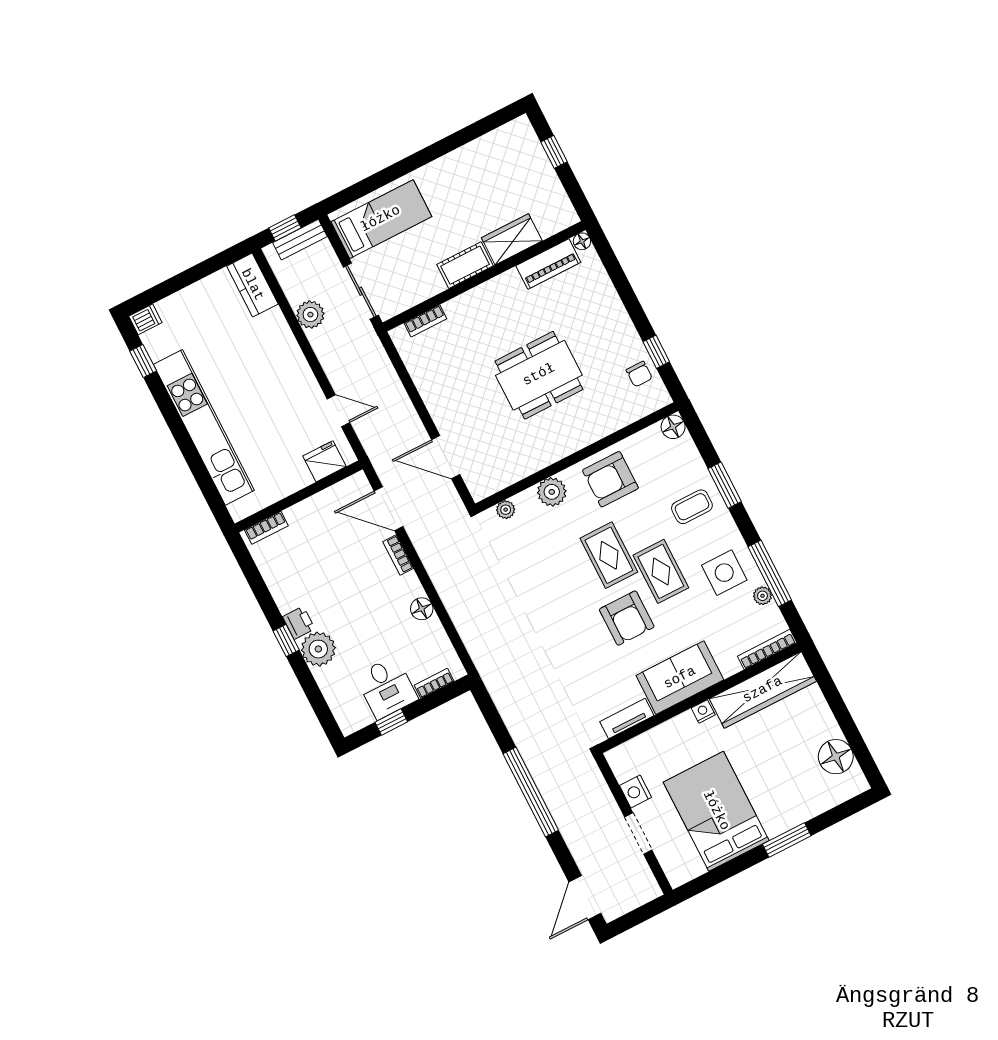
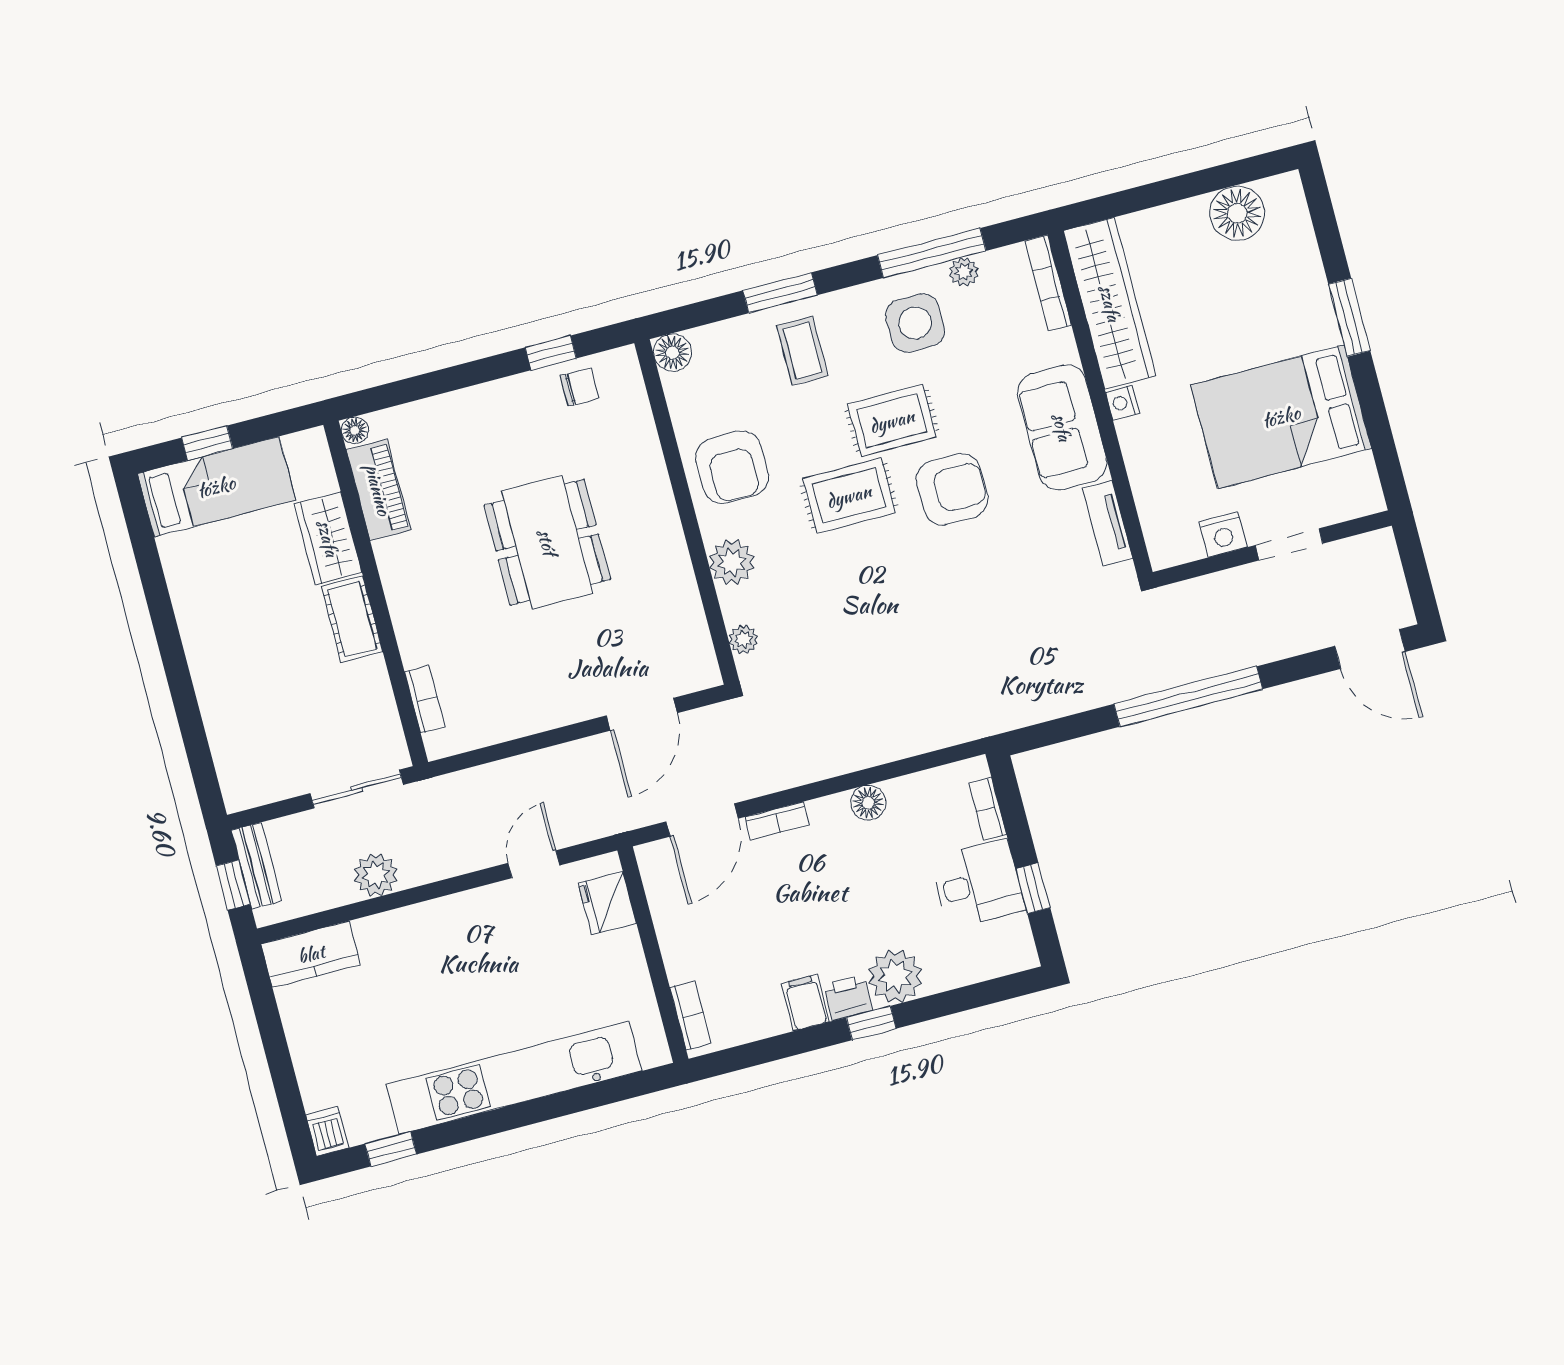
bed: (381, 219) -> (216, 487), moved, turned 90
filing cabinet: (290, 597) -> (806, 1002), added

